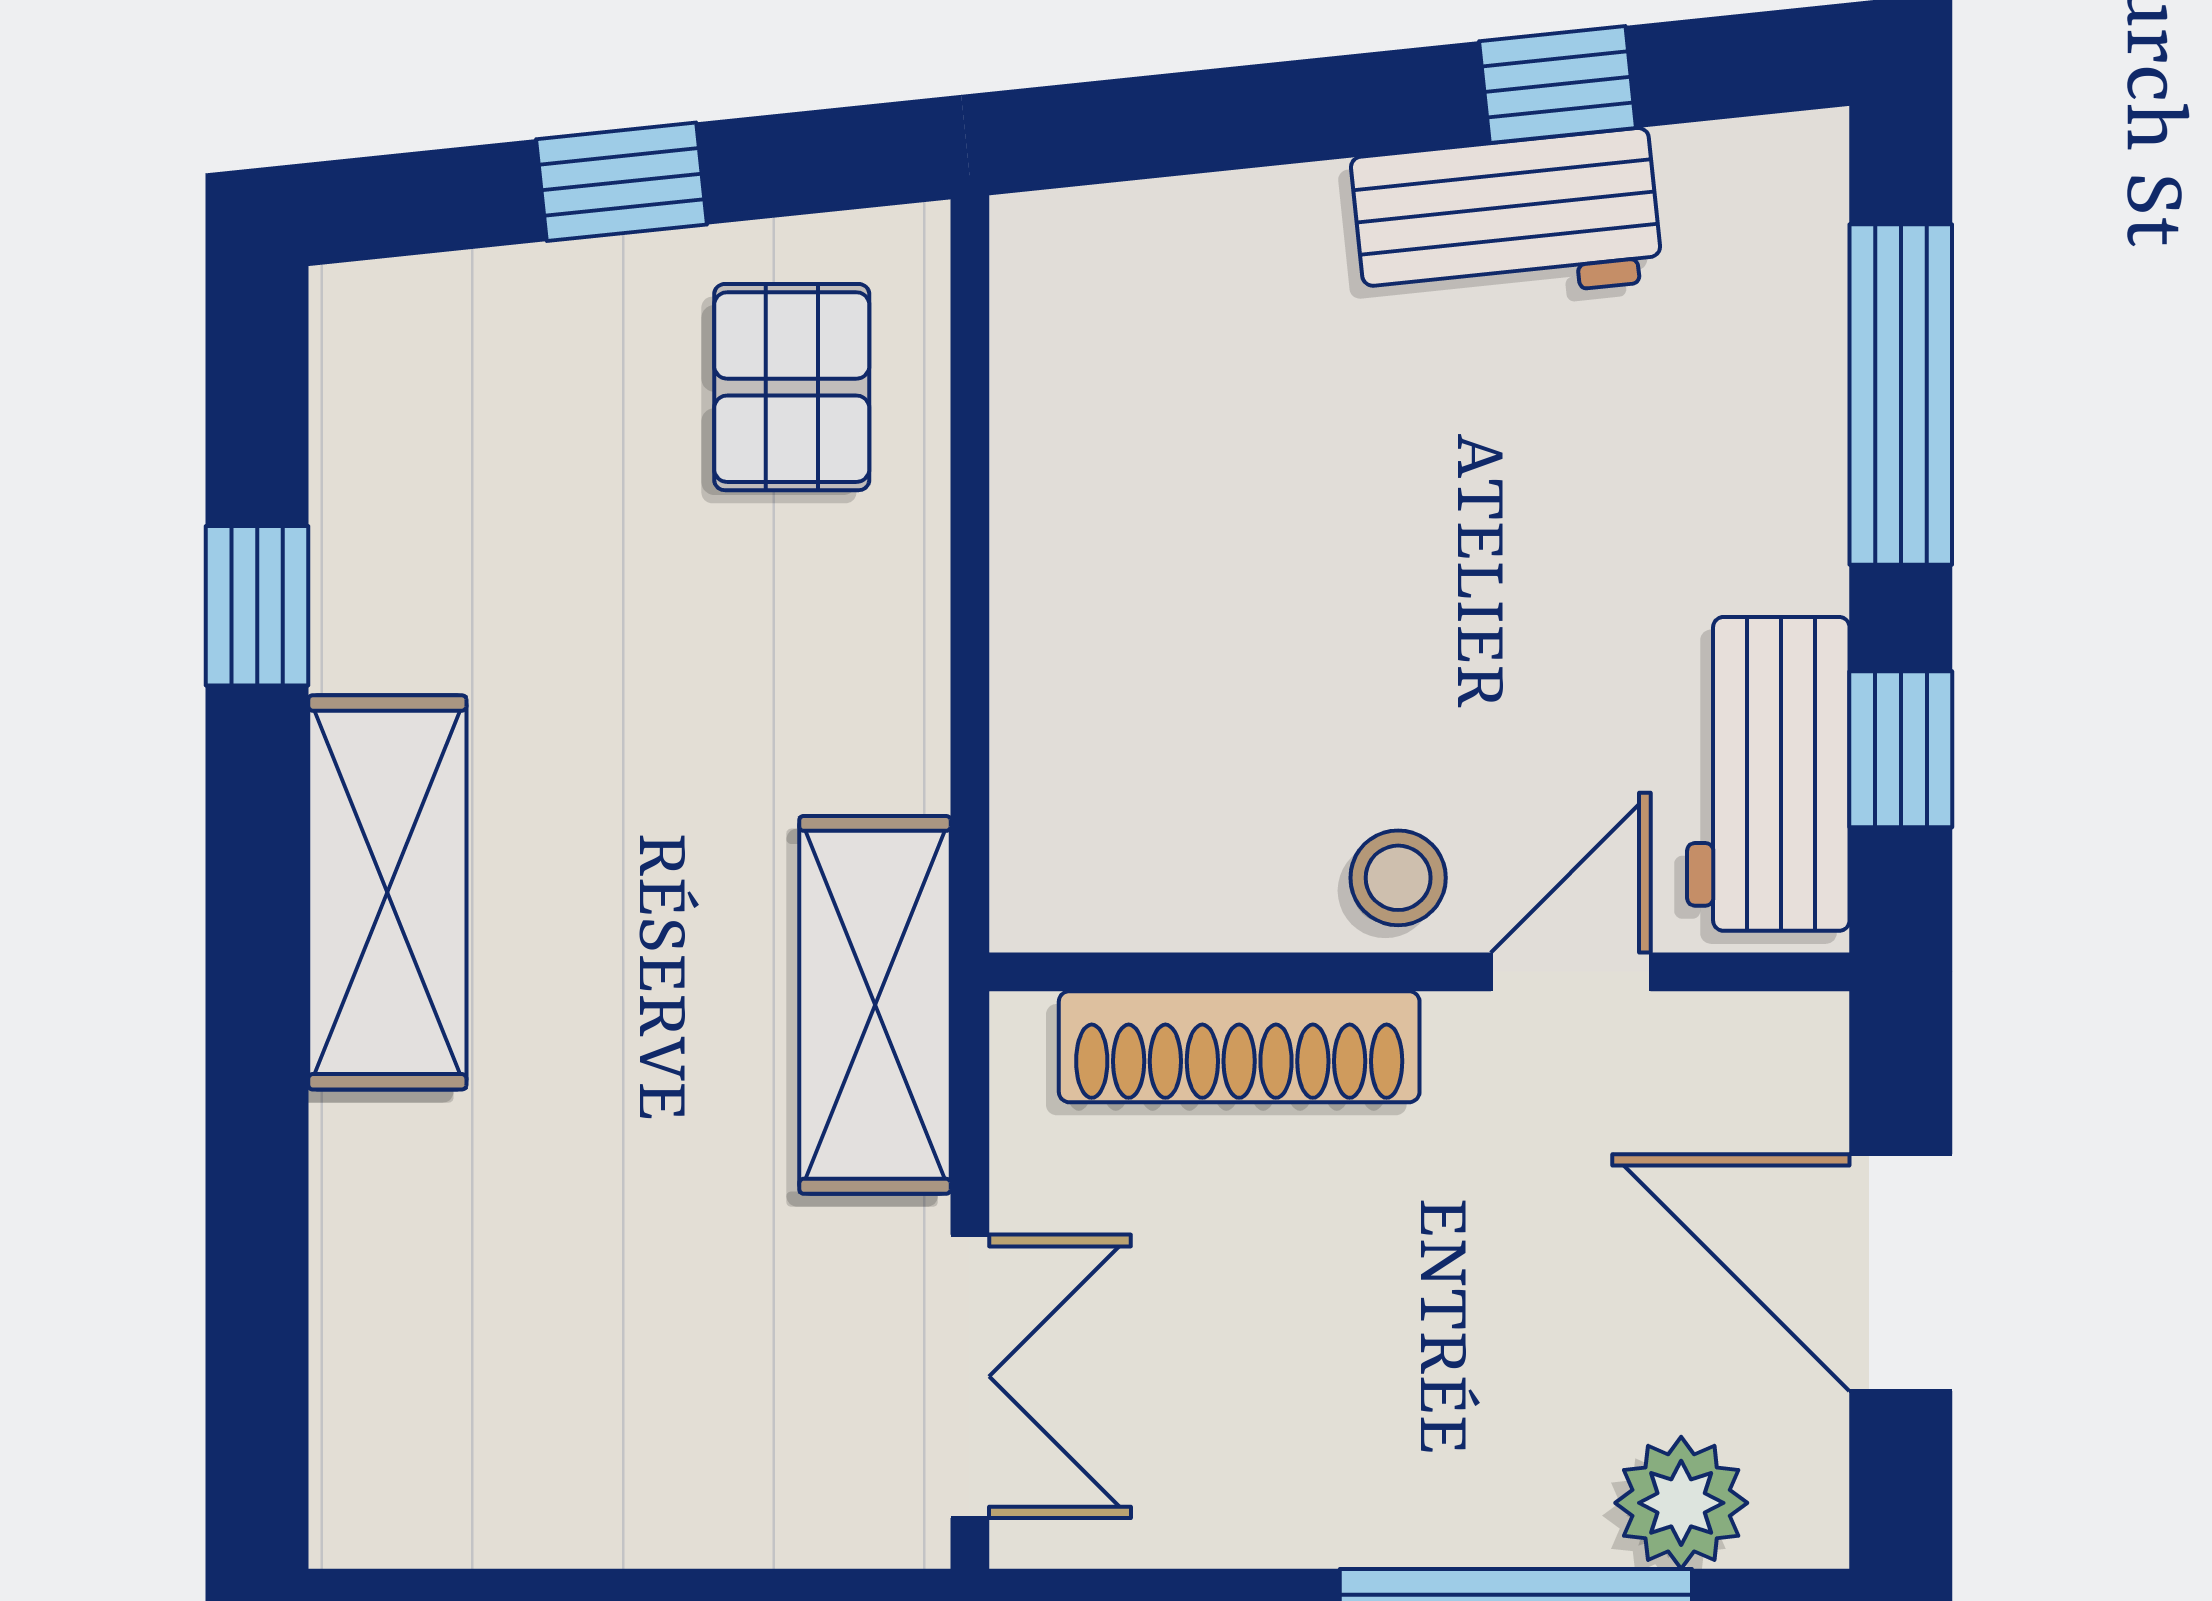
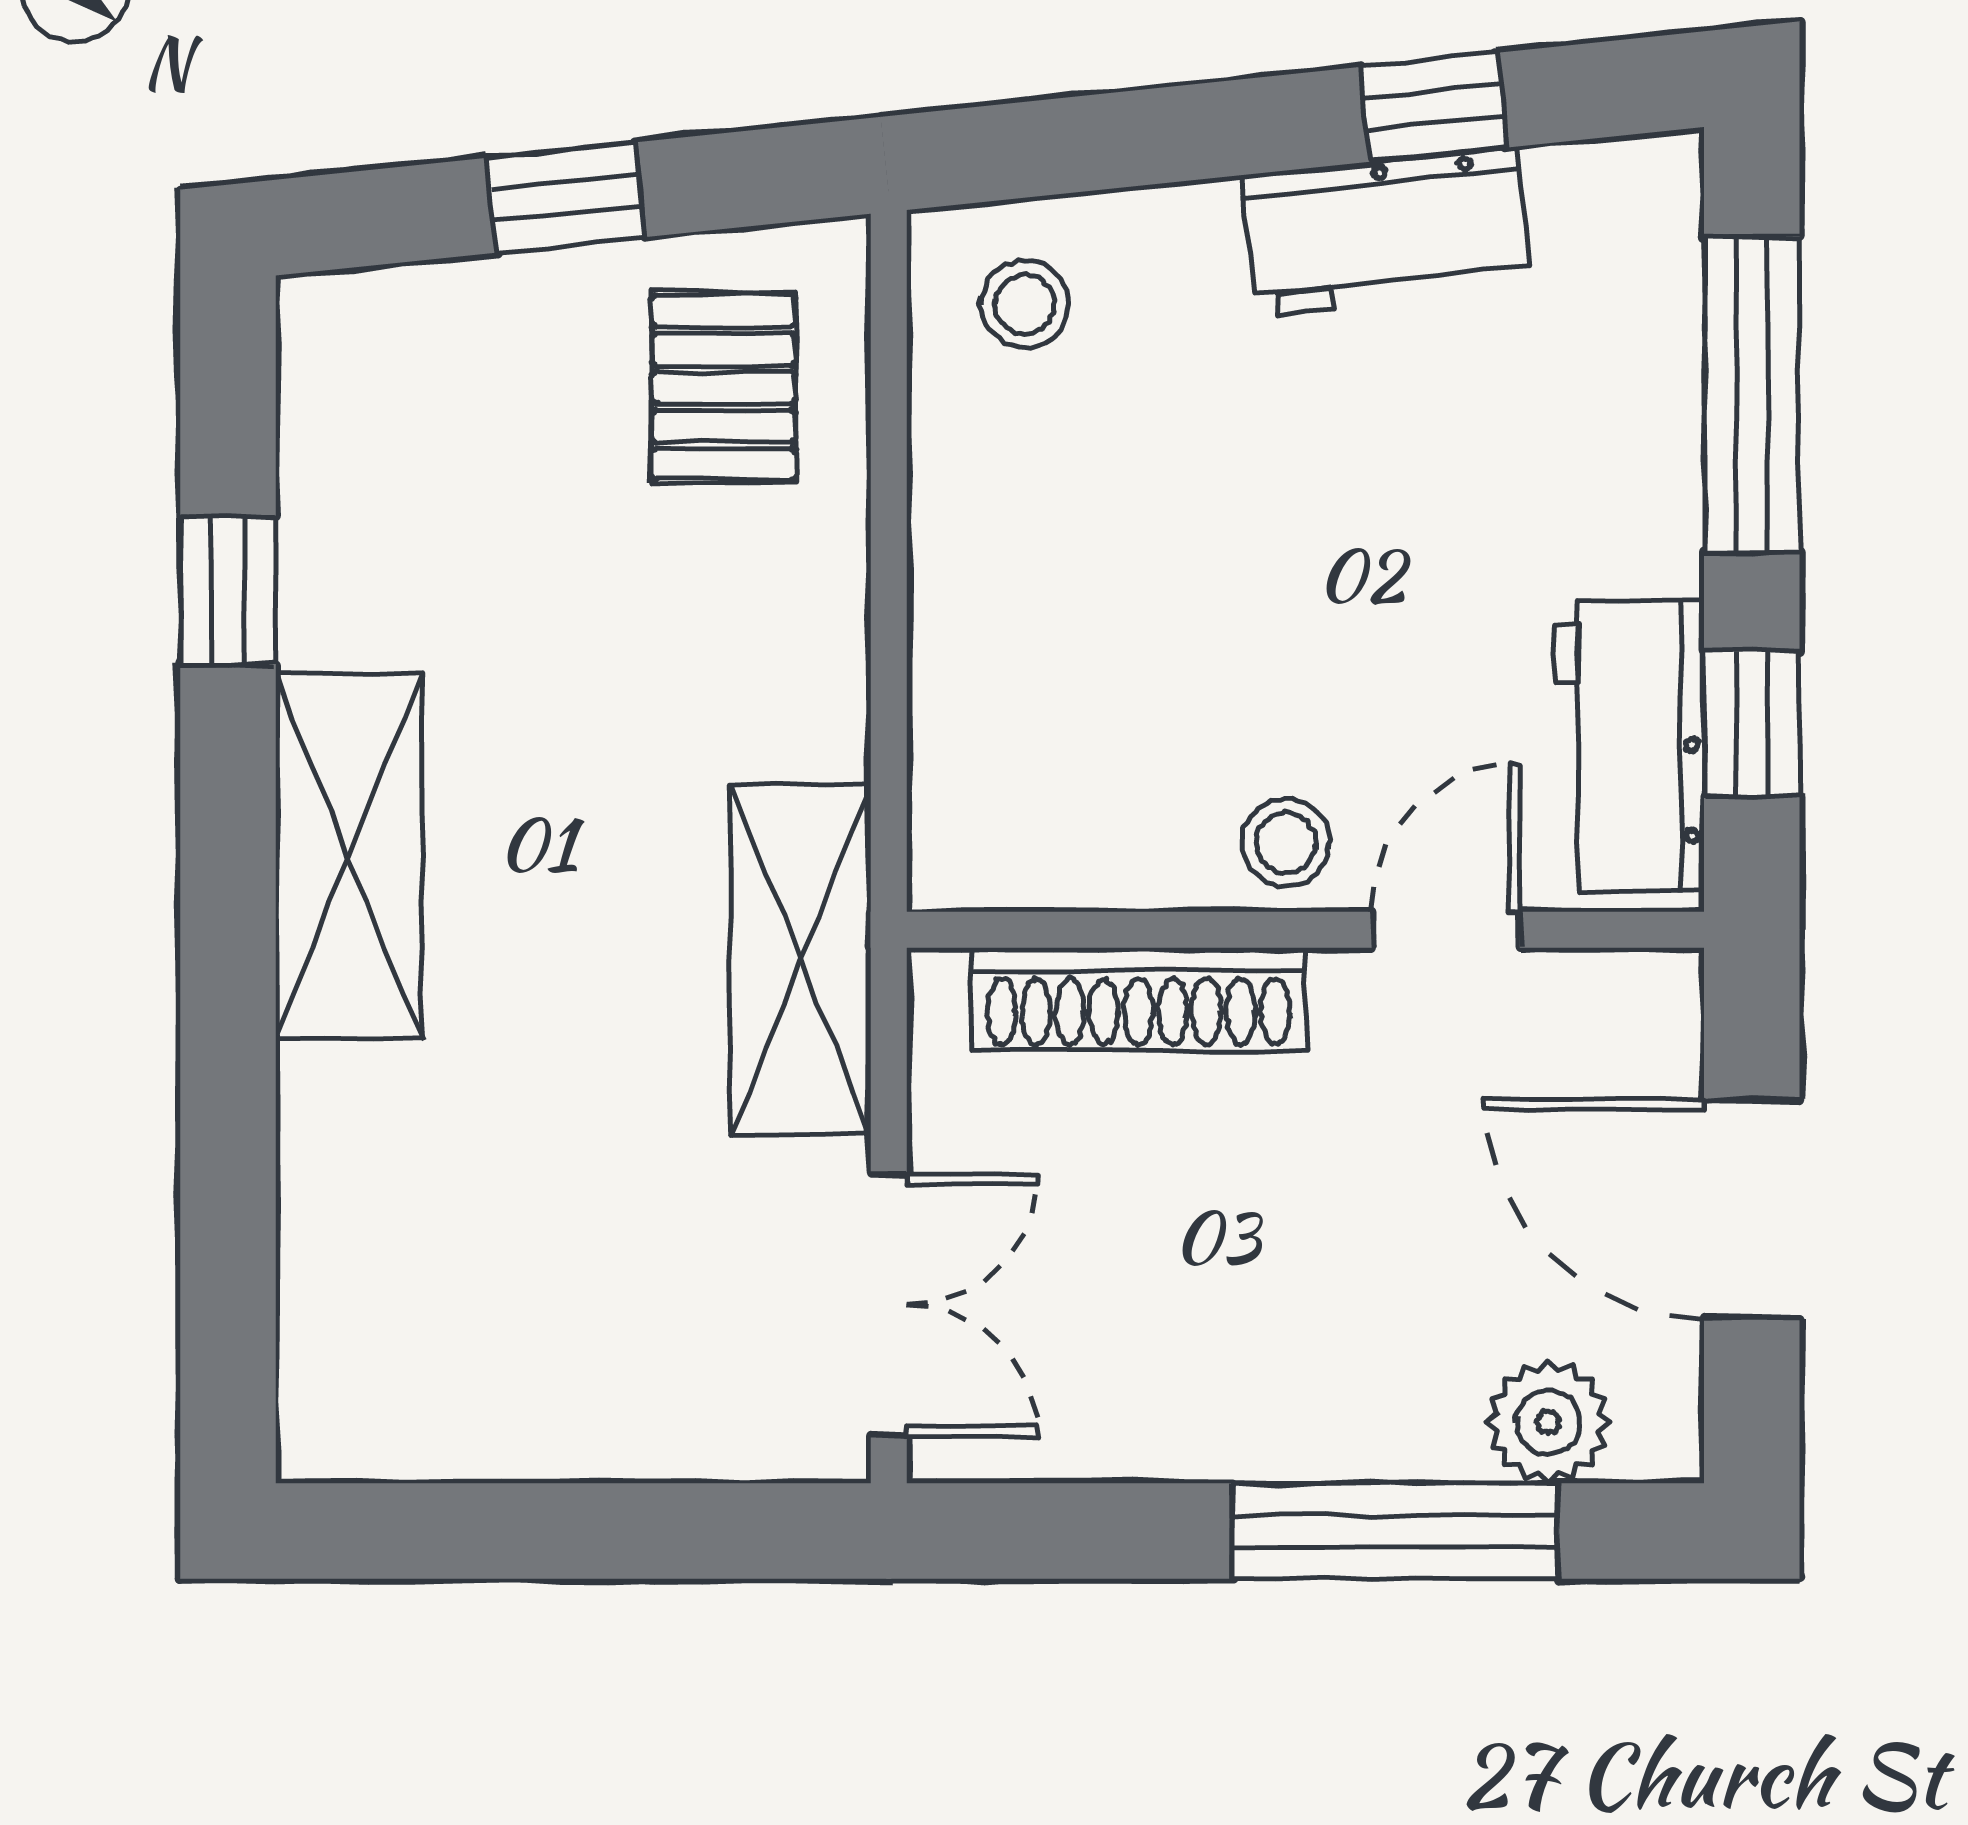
stool: (1116, 297) -> (1024, 304), added

